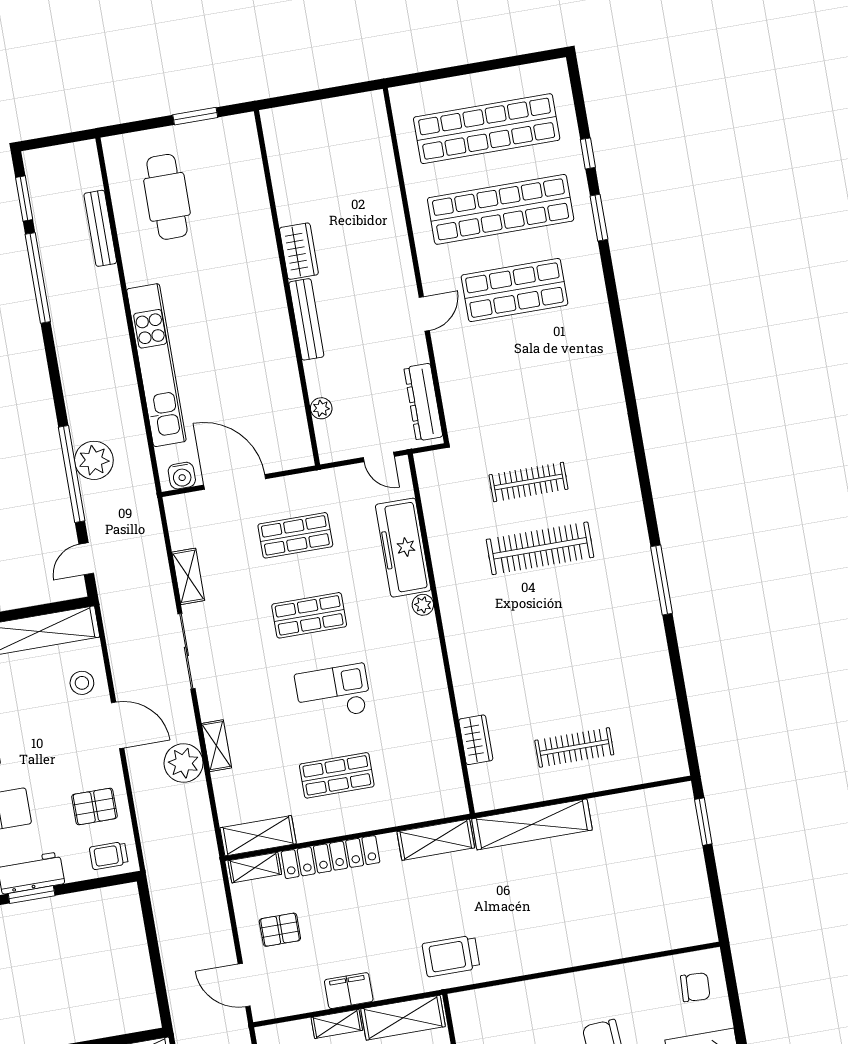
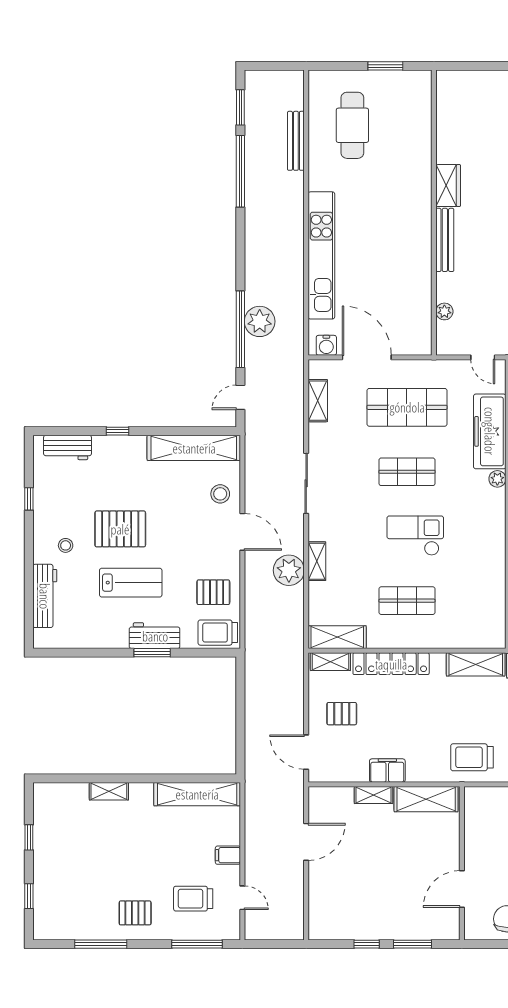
shop shelf: (295, 535) -> (407, 407), width x1.43, depth x1.36
shelving: (188, 576) -> (318, 401), moved
trolley: (109, 856) -> (218, 633), width x1.36, depth x1.39

